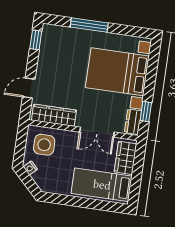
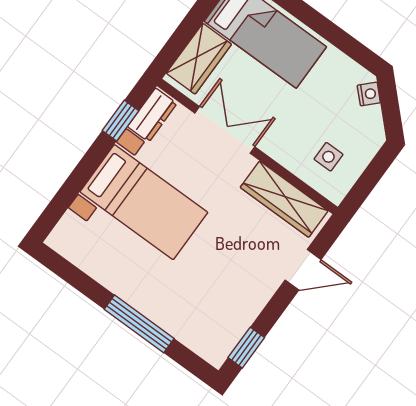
bed with nightstands: (117, 72) -> (144, 202), width x0.73
side table: (44, 145) -> (328, 157), width x0.54, depth x0.54
nightstand: (30, 168) -> (369, 94), moved

